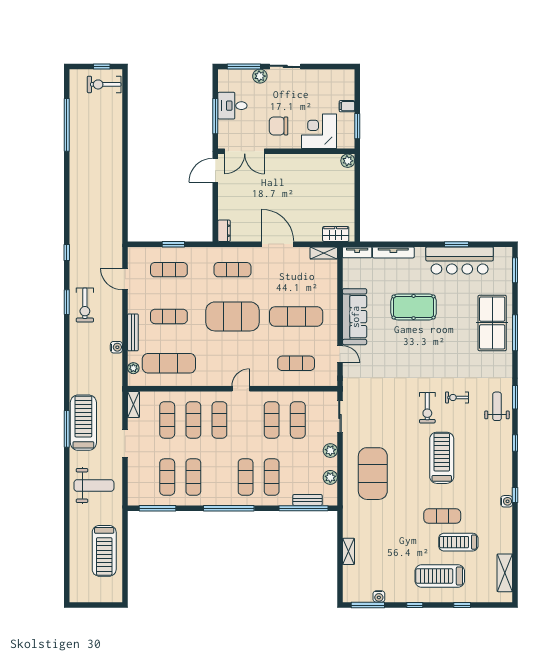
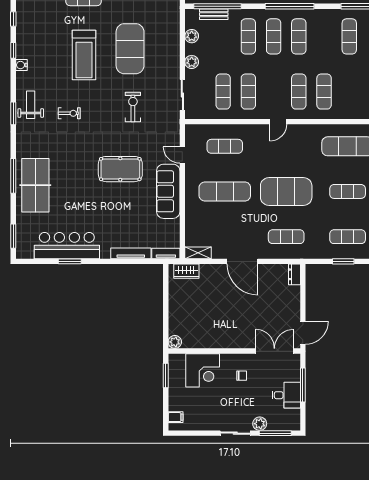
filing cabinet: (347, 106) -> (176, 417), moved
chair: (279, 126) -> (242, 376), width x0.54, depth x0.54
pool table: (414, 307) -> (120, 169), moved
weight bench: (497, 406) -> (31, 105), turned 180
exercise bike: (427, 408) -> (133, 107), moved
exercise mat: (167, 420) -> (349, 92), removed
window: (515, 443) -> (13, 50), moved
exercise mat: (373, 474) -> (130, 49), moved
exercise mat: (193, 477) -> (299, 36), moved
water cooler: (507, 501) -> (21, 65), moved

